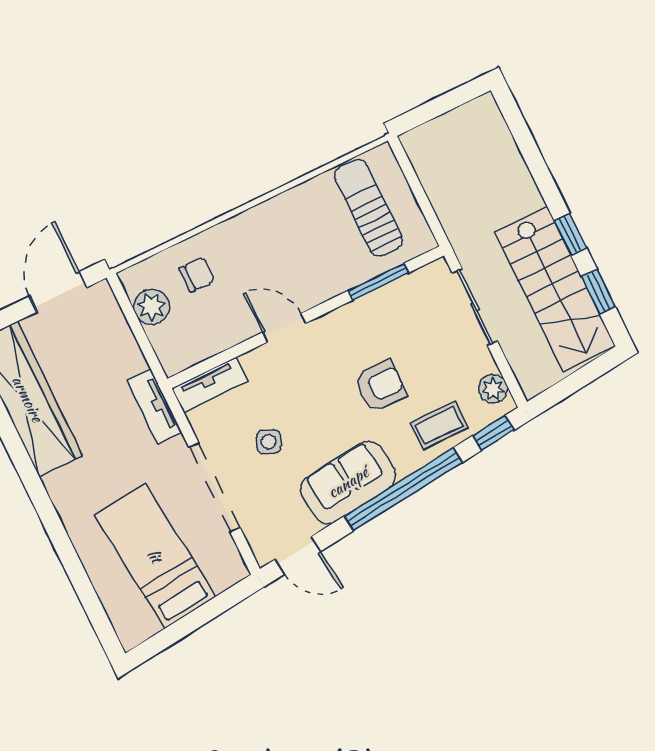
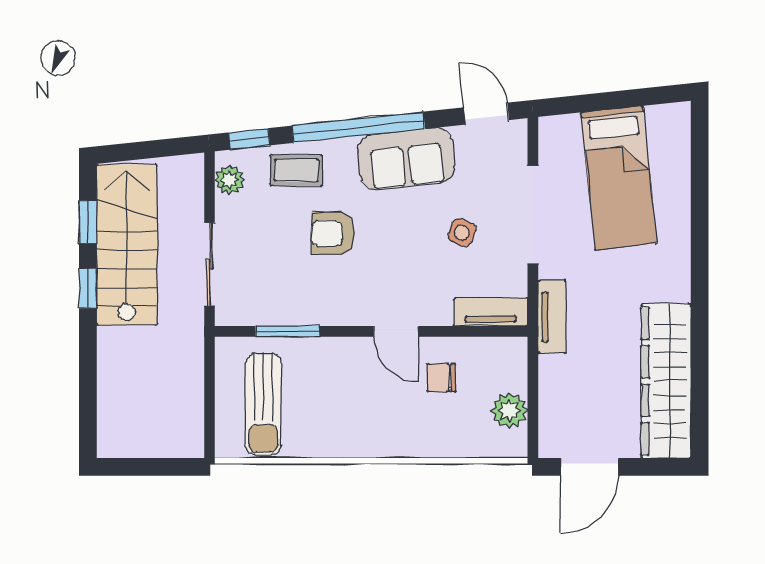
chair: (197, 274) -> (441, 377), moved

